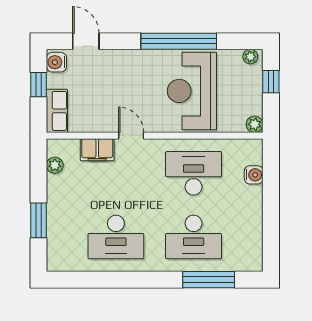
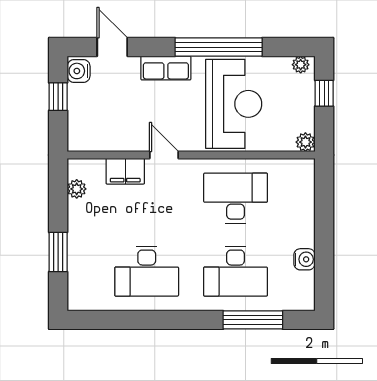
reception desk: (192, 91) -> (234, 104), turned 180
row of seats: (57, 111) -> (166, 68), moved, turned 90
water cooler: (254, 175) -> (304, 259), moved

